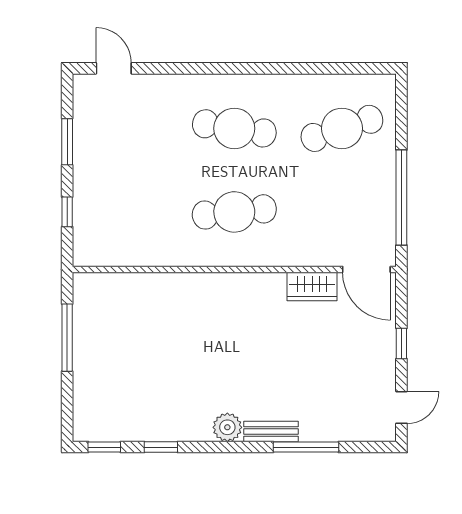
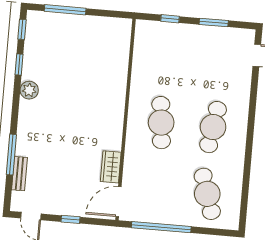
window: (67, 338) -> (65, 10), moved
plant: (227, 427) -> (29, 90), moved
bench: (271, 431) -> (19, 174), moved

